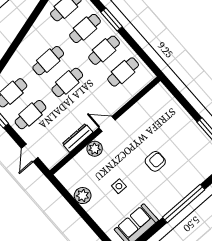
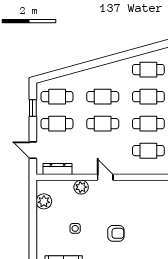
dresser: (78, 138) -> (58, 169), moved
door: (30, 153) -> (33, 150), hinge flipped
plant: (83, 196) -> (44, 201), moved

